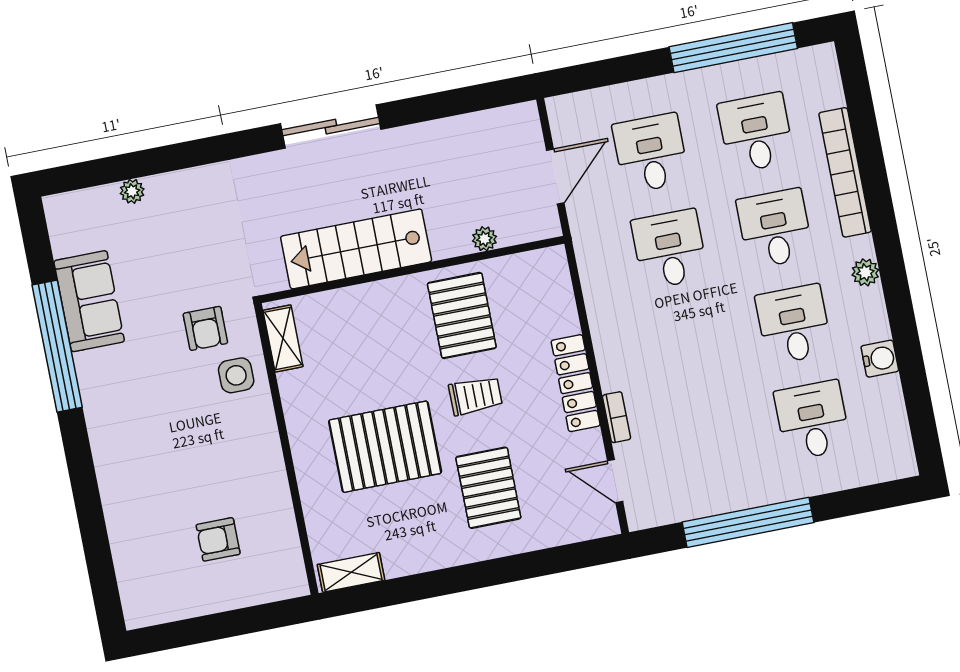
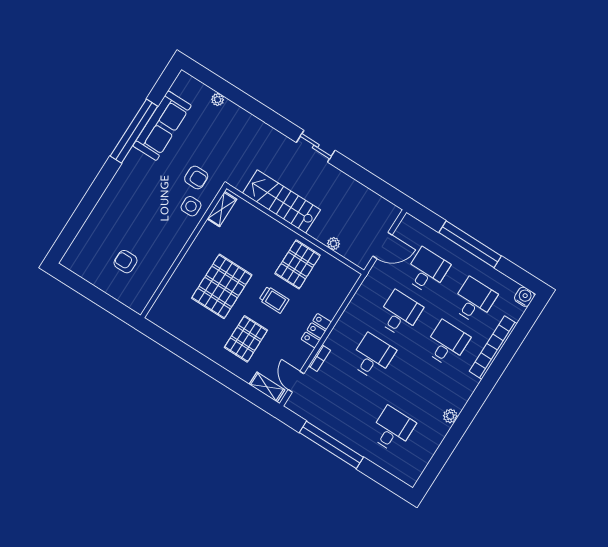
window: (733, 48) -> (470, 244), moved
sliding door: (331, 127) -> (316, 146), width x0.73
plant: (865, 272) -> (450, 416), moved
sofa: (89, 301) -> (162, 126), width x1.36
desk: (794, 324) -> (372, 357), moved
armchair: (205, 328) -> (196, 177), turned -90
water cooler: (880, 359) -> (524, 297), moved, turned -90
locker: (576, 383) -> (316, 331), width x0.66
pallet: (385, 447) -> (222, 286), turned 90
shelving: (351, 572) -> (267, 387), moved

